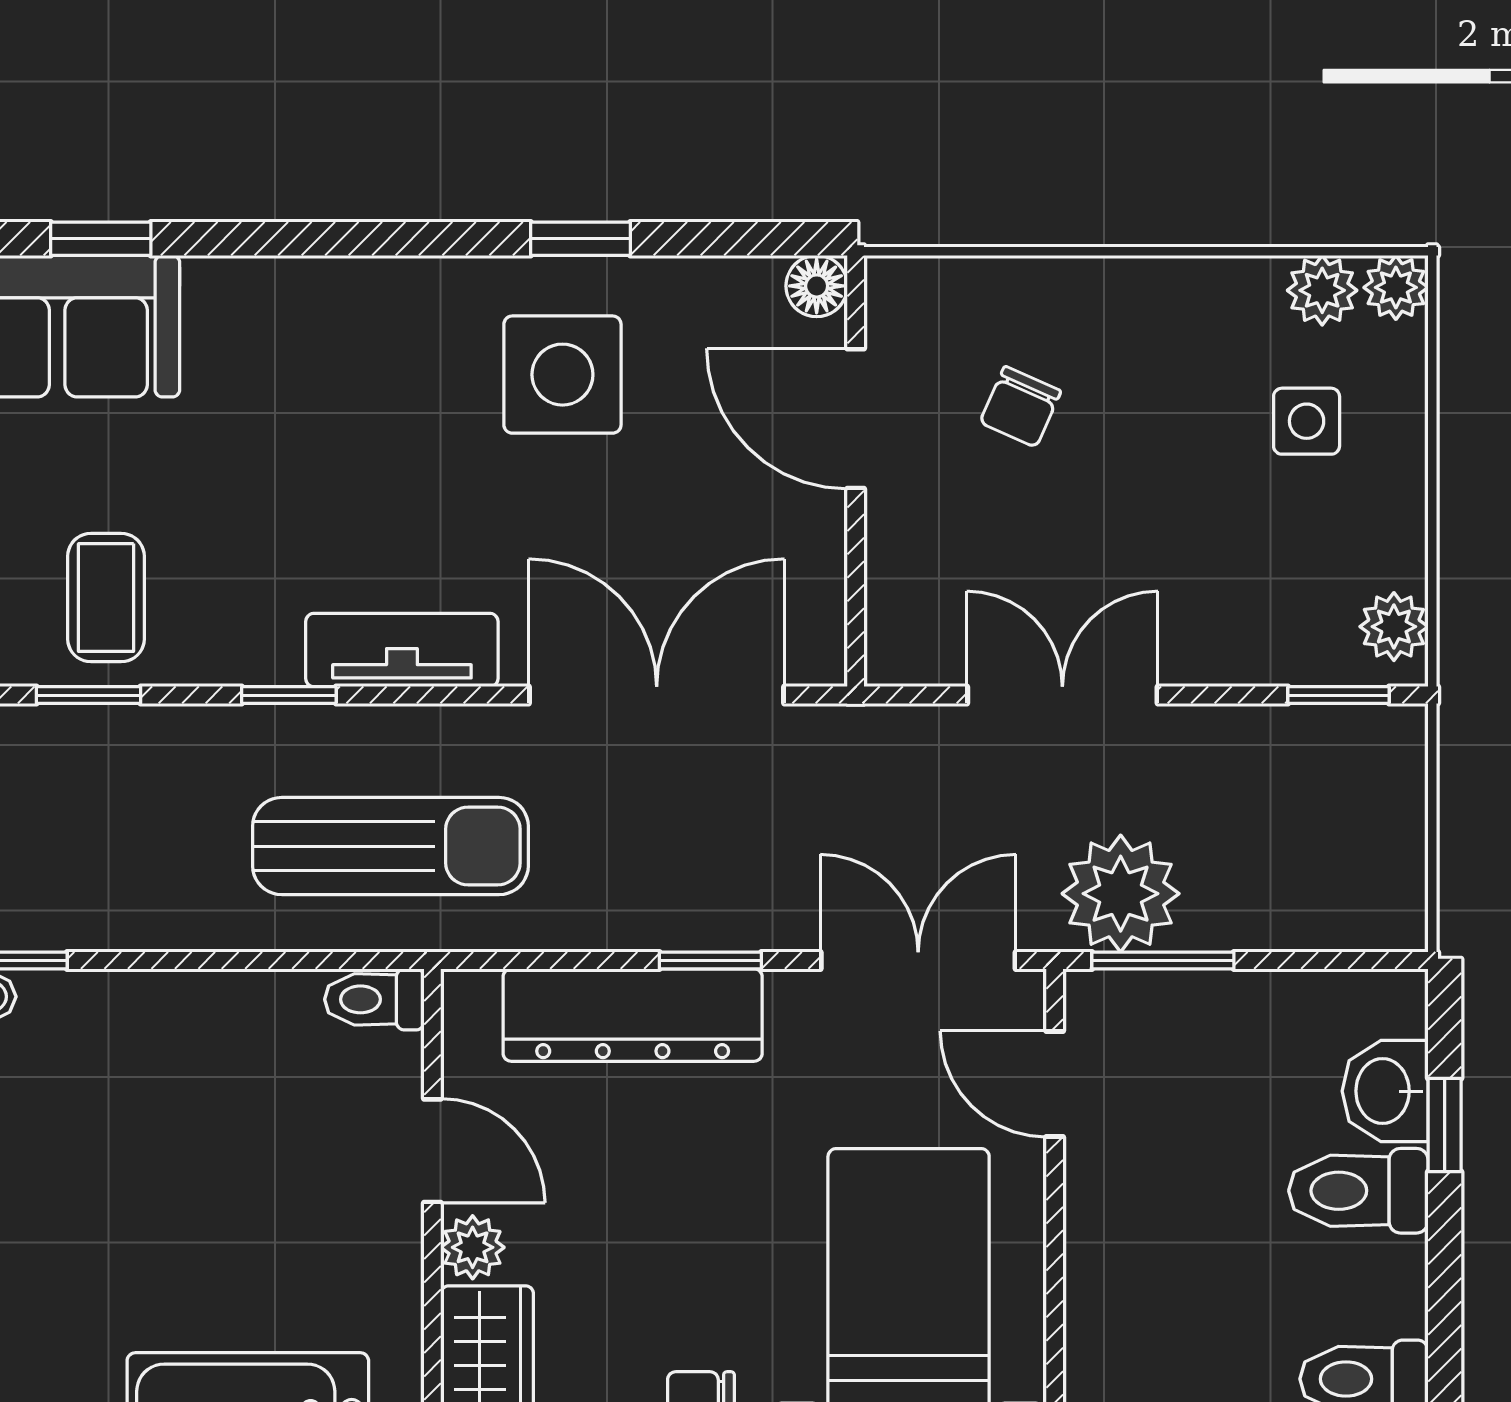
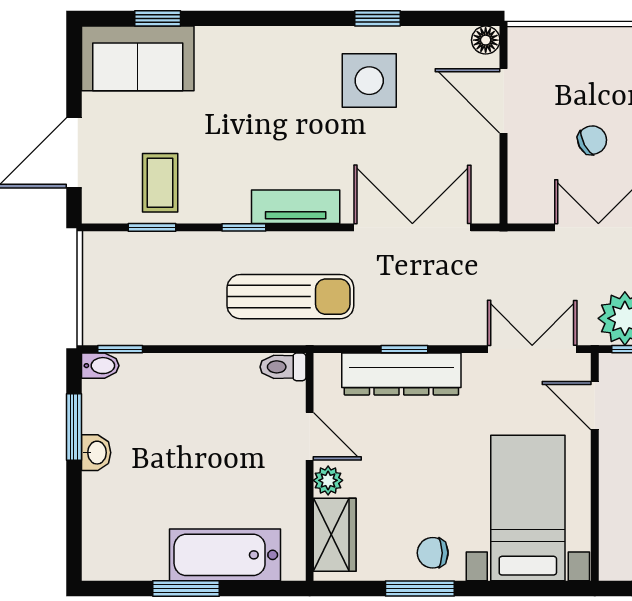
chair: (1020, 407) -> (592, 140), moved, turned -142
window: (710, 961) -> (404, 349), moved

